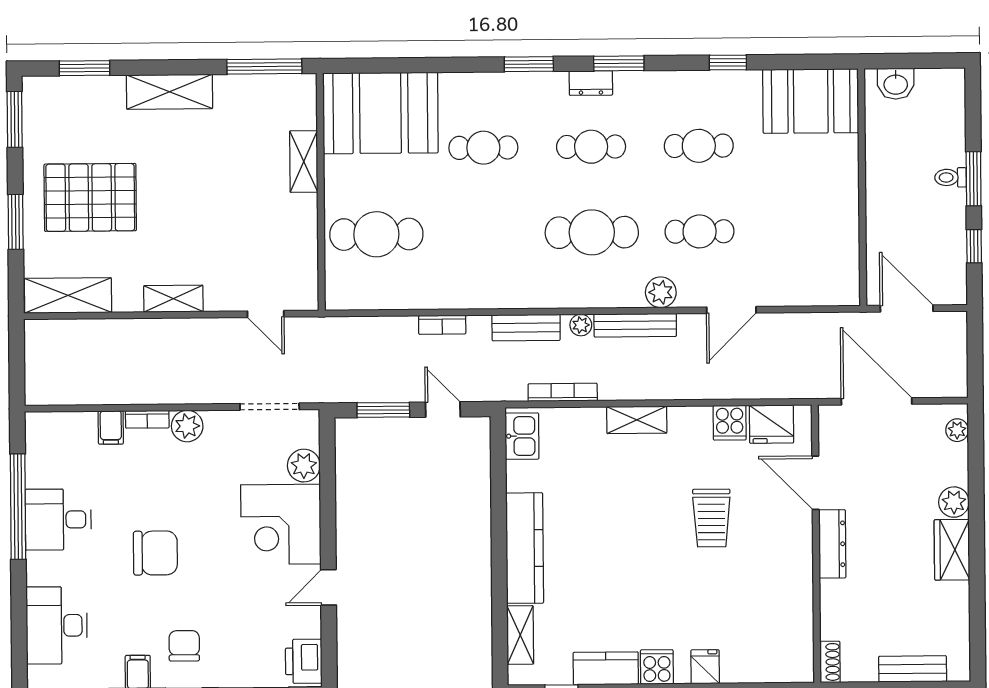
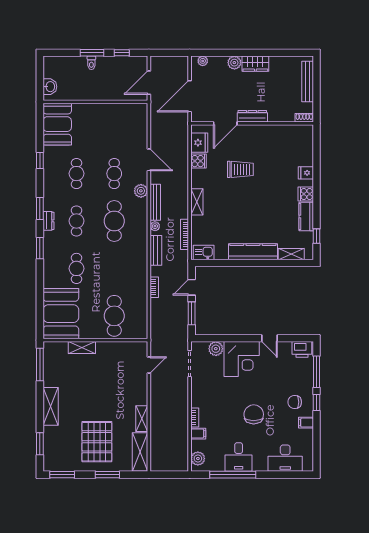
shelving: (173, 299) -> (142, 419), moved
plant: (187, 426) -> (198, 459), moved
bench: (913, 669) -> (308, 81), width x1.36

